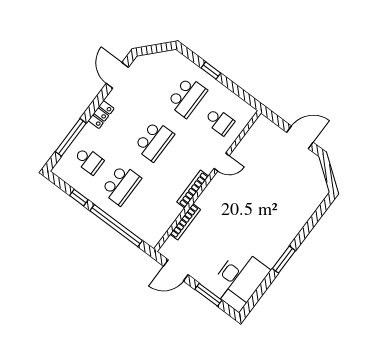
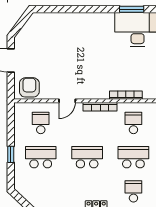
armchair: (261, 136) -> (29, 87), added
door: (222, 162) -> (67, 101), swing flipped
school desk: (153, 209) -> (133, 123), added
window: (284, 260) -> (132, 9), moved

